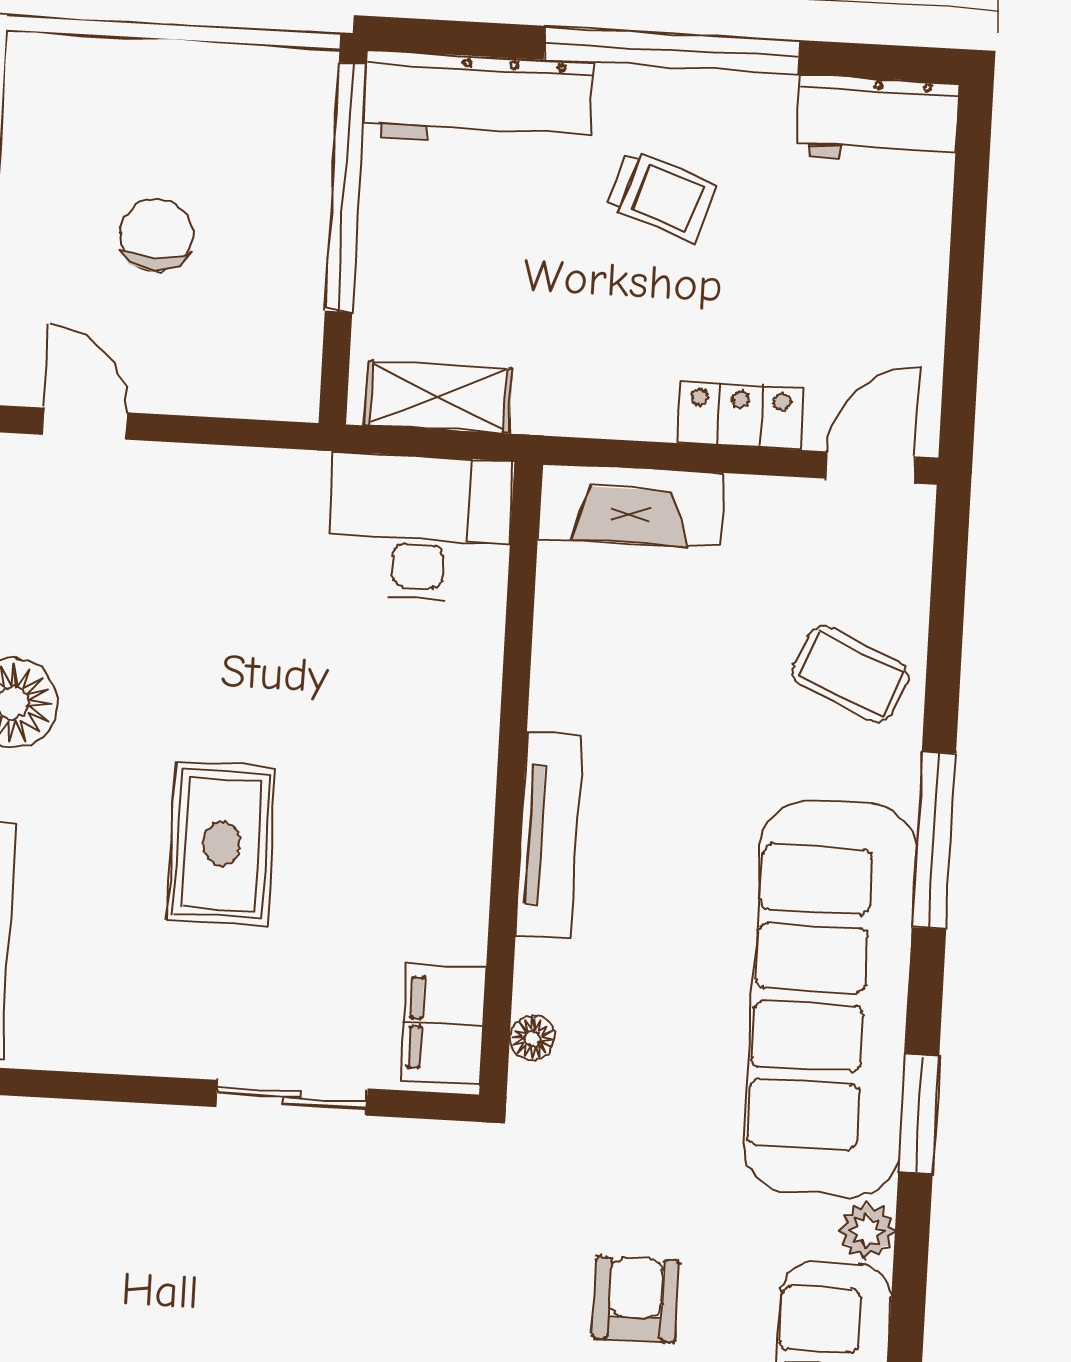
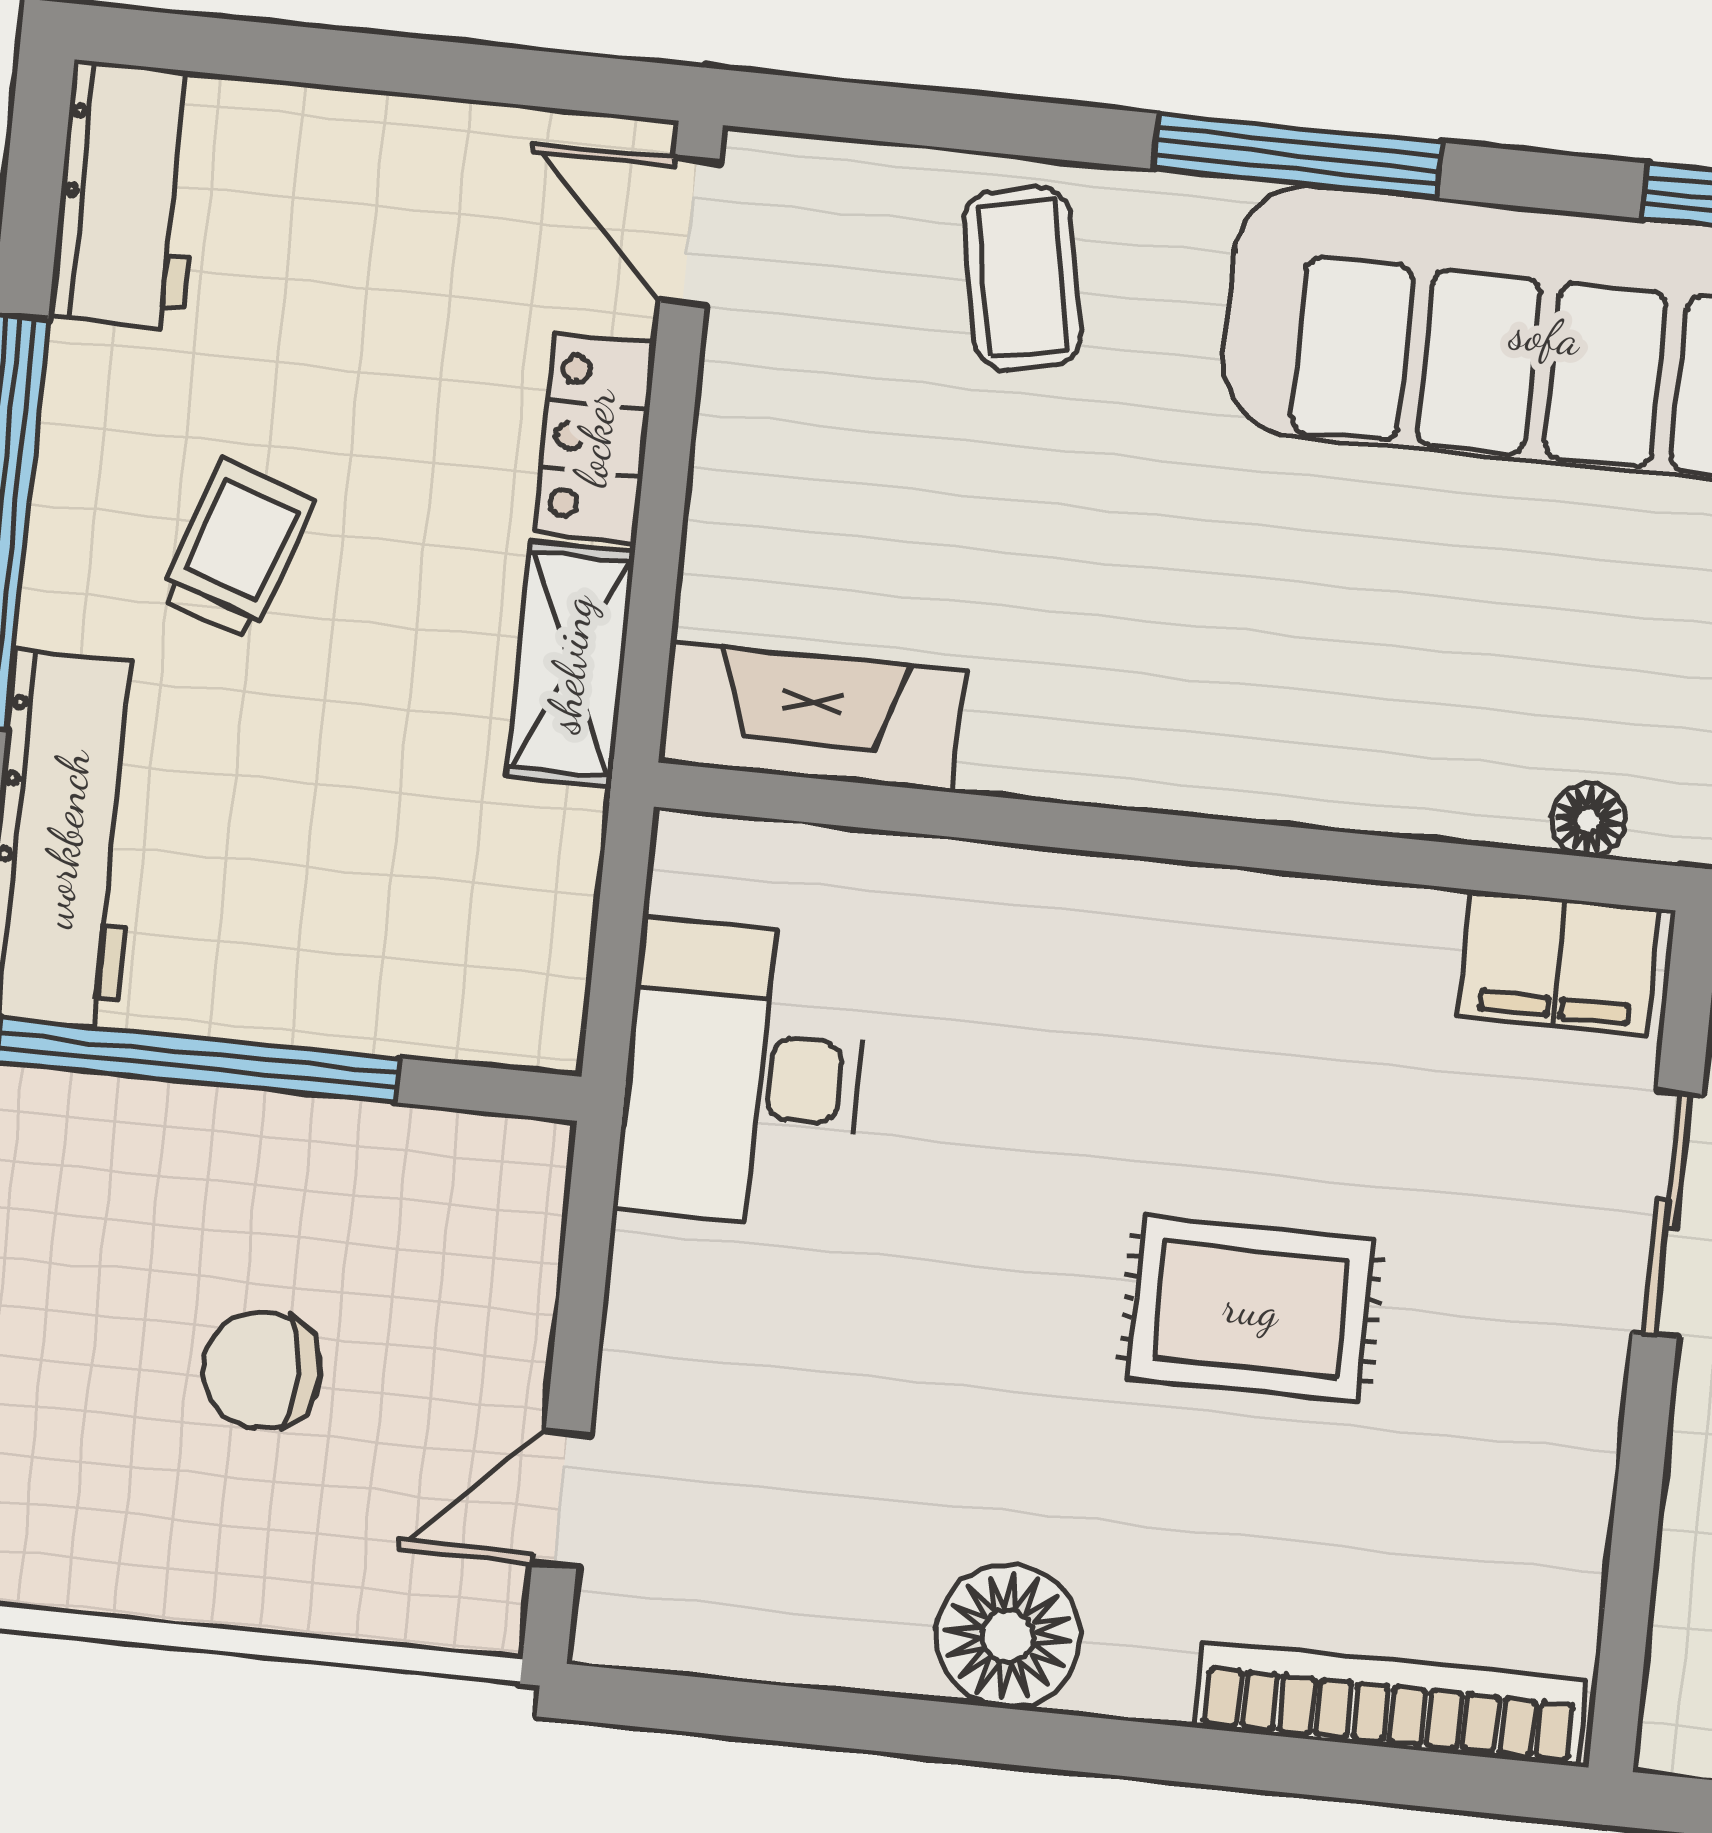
shelving: (438, 397) -> (570, 664), moved
fireplace: (631, 505) -> (811, 717), moved, turned -90
desk: (420, 528) -> (743, 1075), moved
coffee table: (851, 674) -> (1022, 278), turned -35
tv unit: (549, 835) -> (1261, 779), removed

